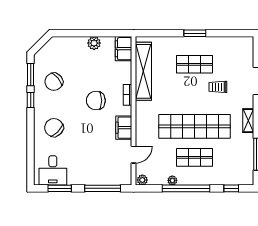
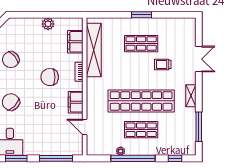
filing cabinet: (123, 49) -> (75, 42), moved
door: (134, 155) -> (85, 127), swing flipped
plant: (142, 180) -> (93, 151), removed

